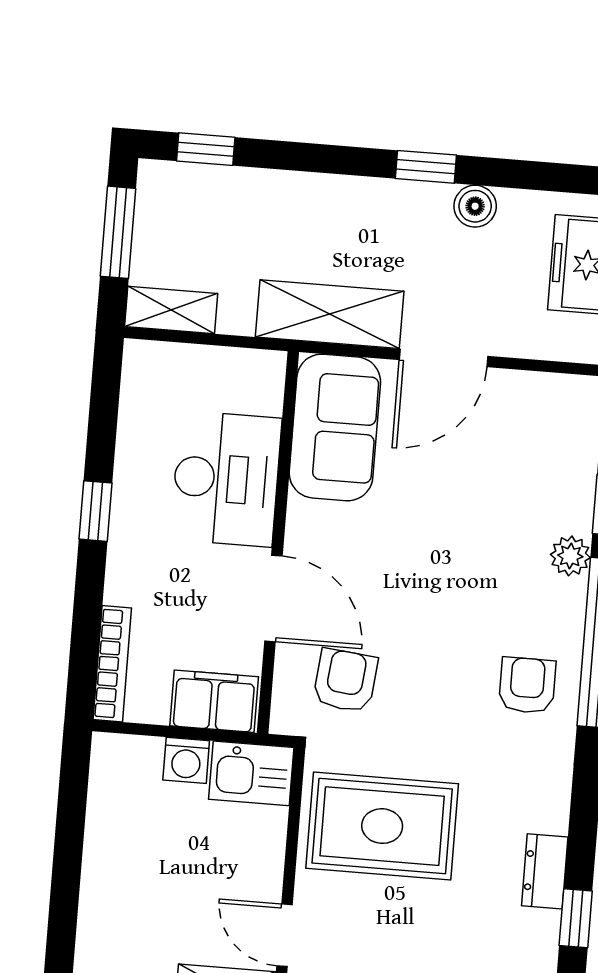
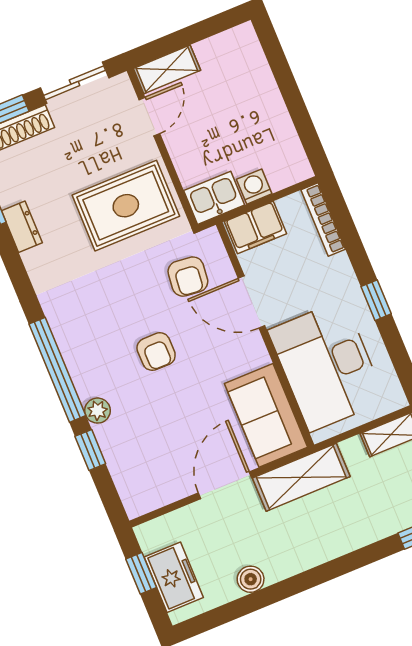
window: (426, 167) -> (289, 587), removed
desk: (226, 479) -> (327, 366), width x1.36, depth x1.30
armchair: (527, 685) -> (156, 352), moved
door: (284, 935) -> (149, 117), hinge flipped

